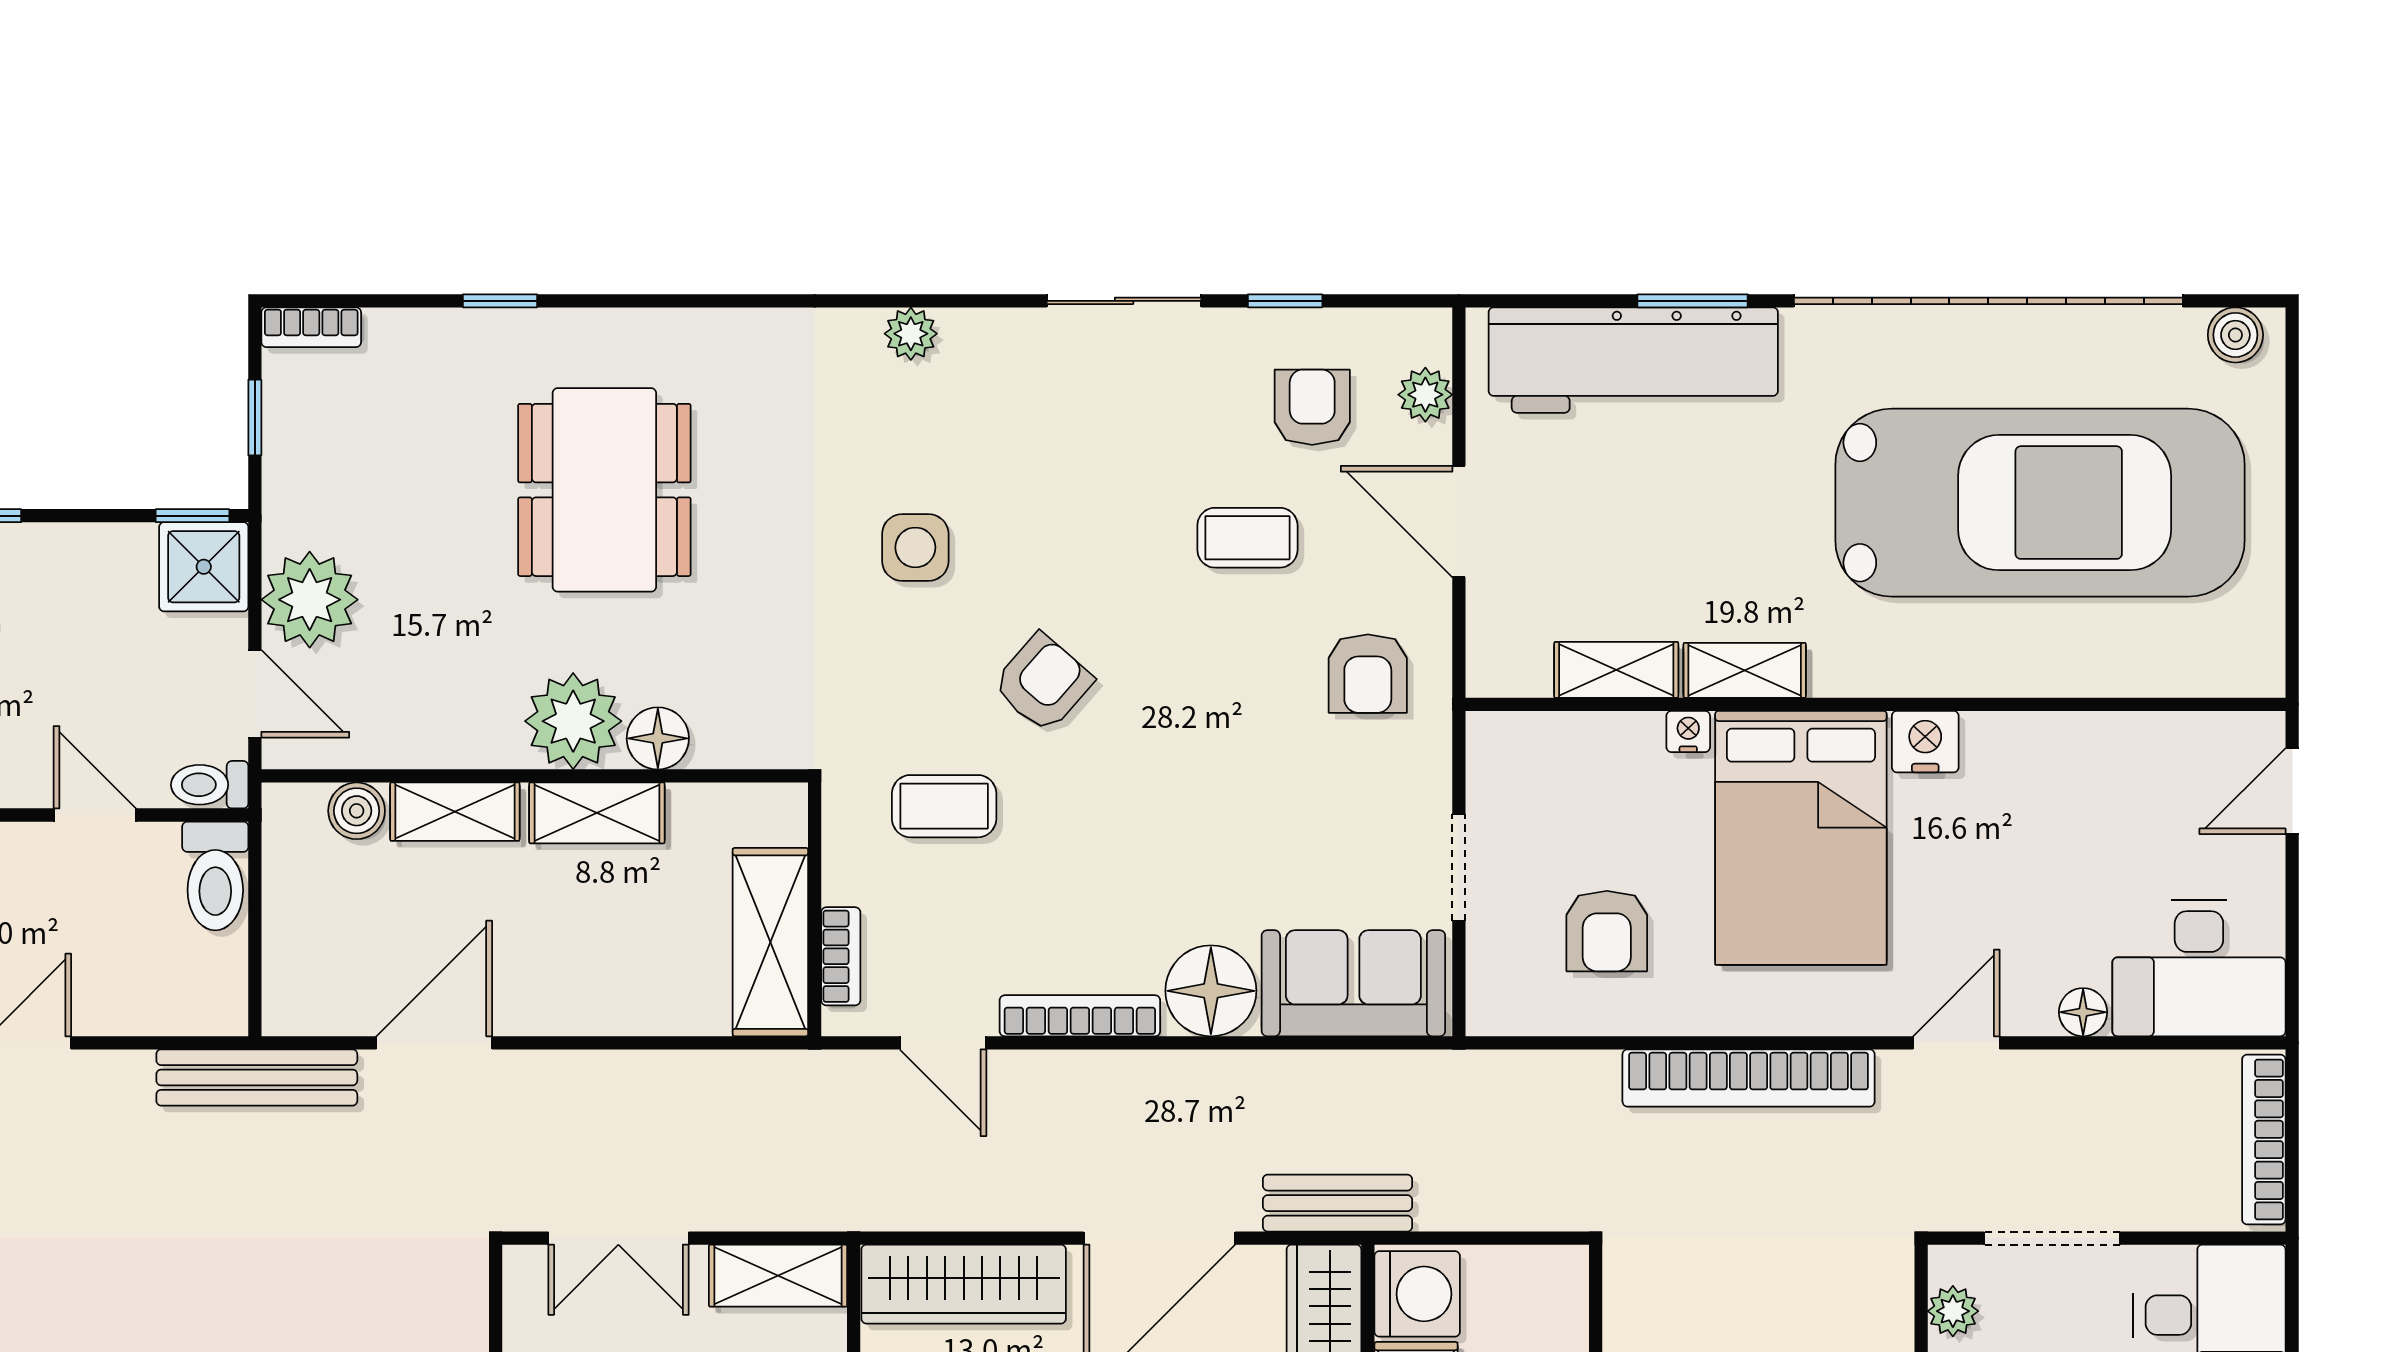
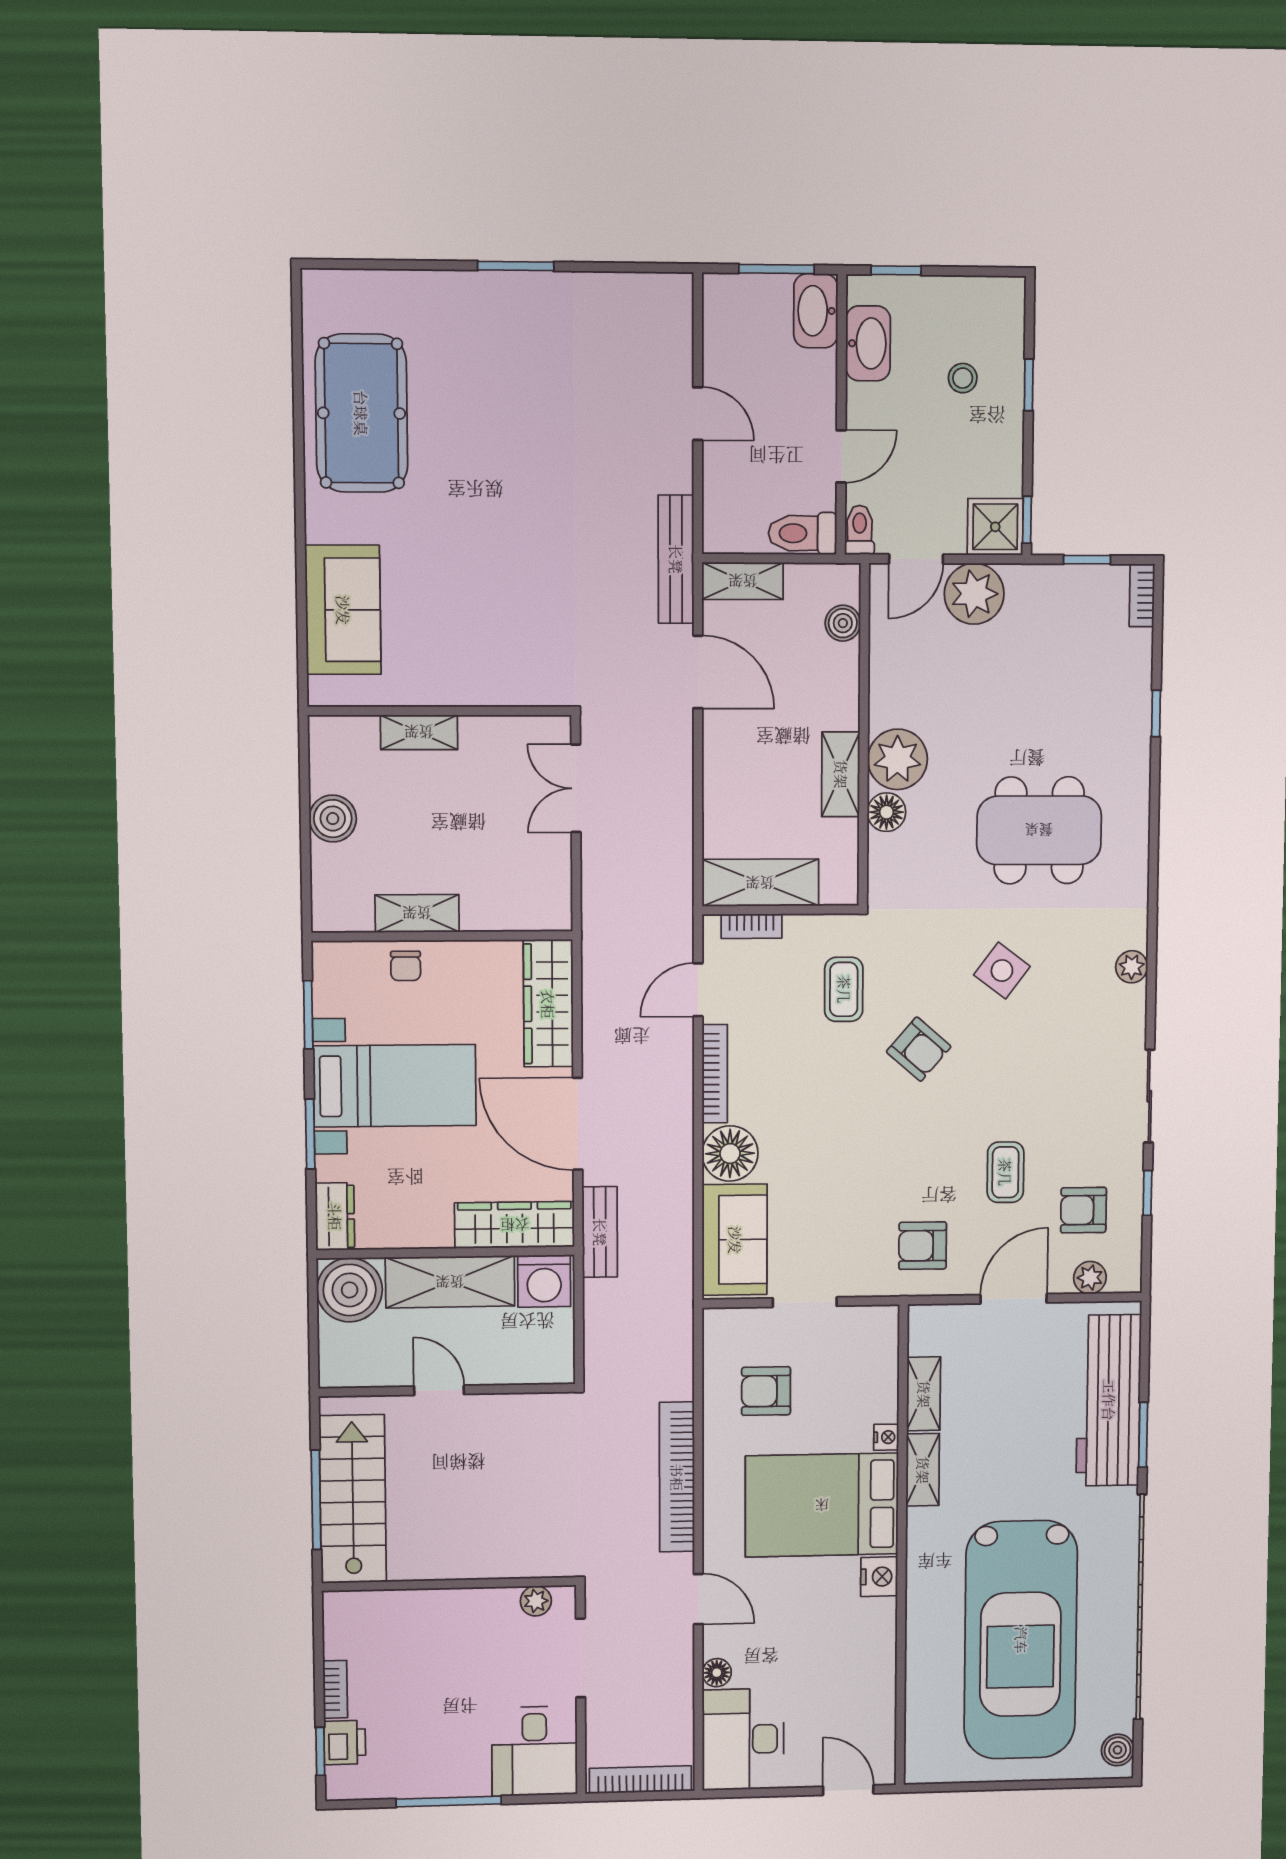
armchair: (1312, 407) -> (1084, 1210), turned 180
dining table: (604, 490) -> (1039, 830), moved
side table: (915, 547) -> (1002, 971), turned 37
shelving: (455, 812) -> (743, 581), moved, turned 90
shelving: (778, 1276) -> (553, 888), removed

